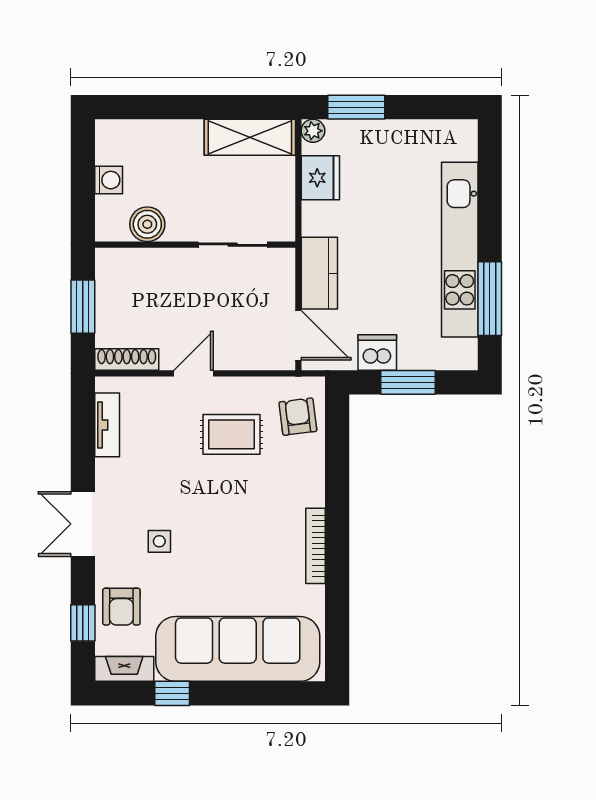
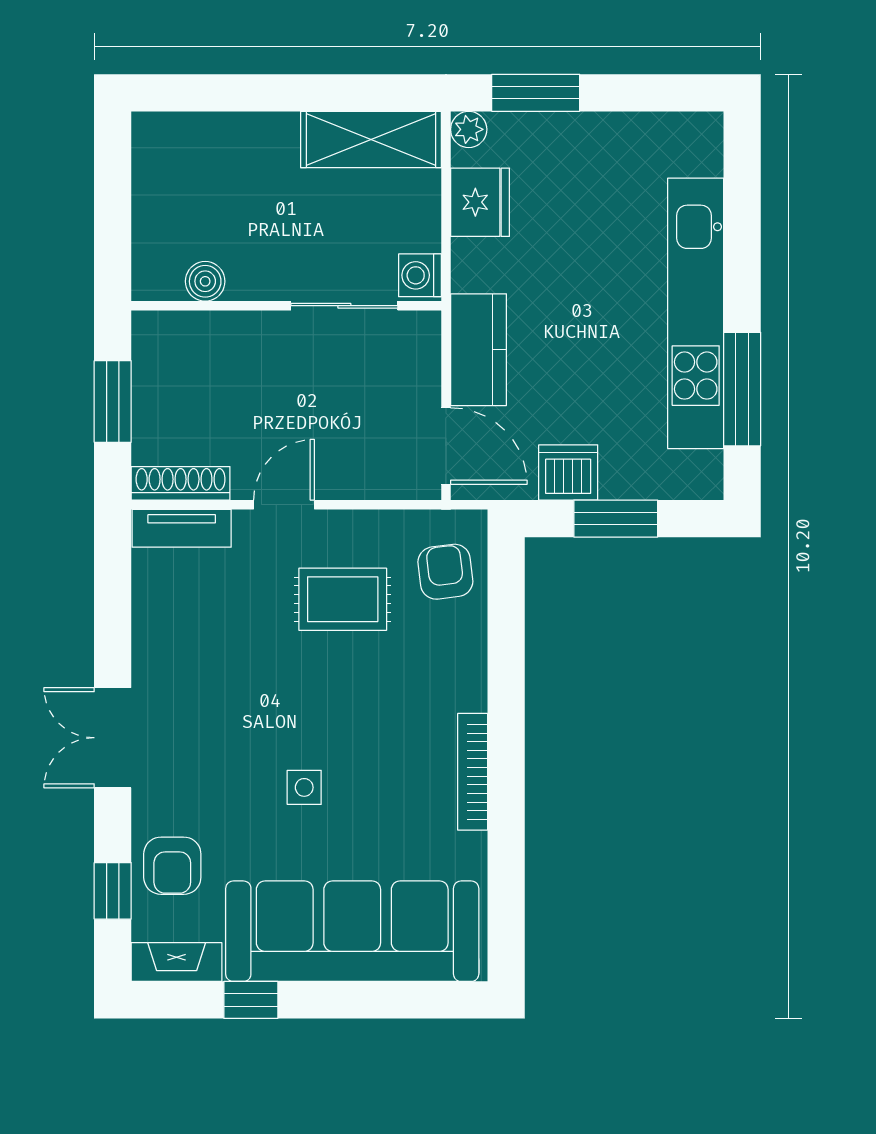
washing machine: (109, 180) -> (420, 275), moved, turned 180
boiler: (147, 224) -> (205, 281), width x0.73, depth x0.73
tv unit: (107, 425) -> (182, 528), moved, turned 90
side table: (159, 541) -> (304, 787), moved

